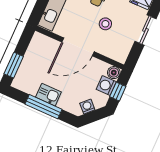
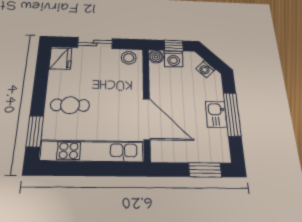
stool: (105, 24) -> (129, 58), moved
door: (78, 47) -> (147, 119), moved

